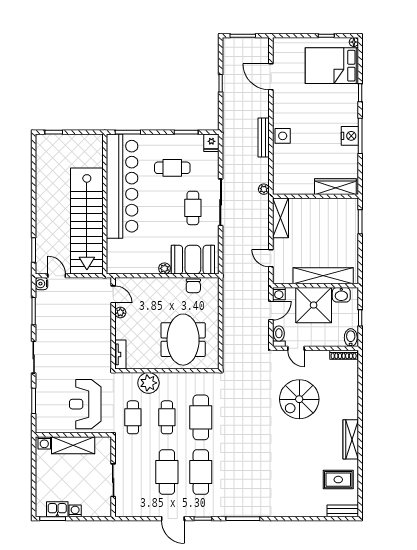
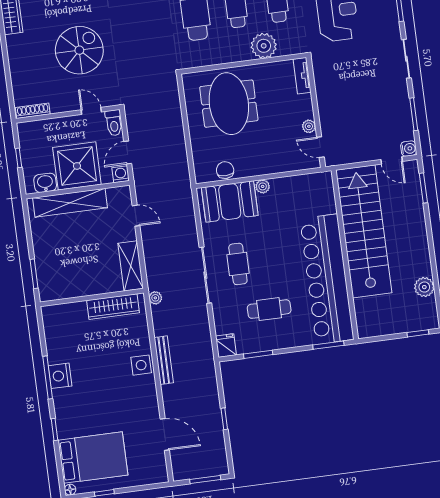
plant: (43, 169) -> (424, 287), added
wardrobe: (335, 187) -> (113, 307), moved
bidet: (351, 338) -> (27, 133), removed

